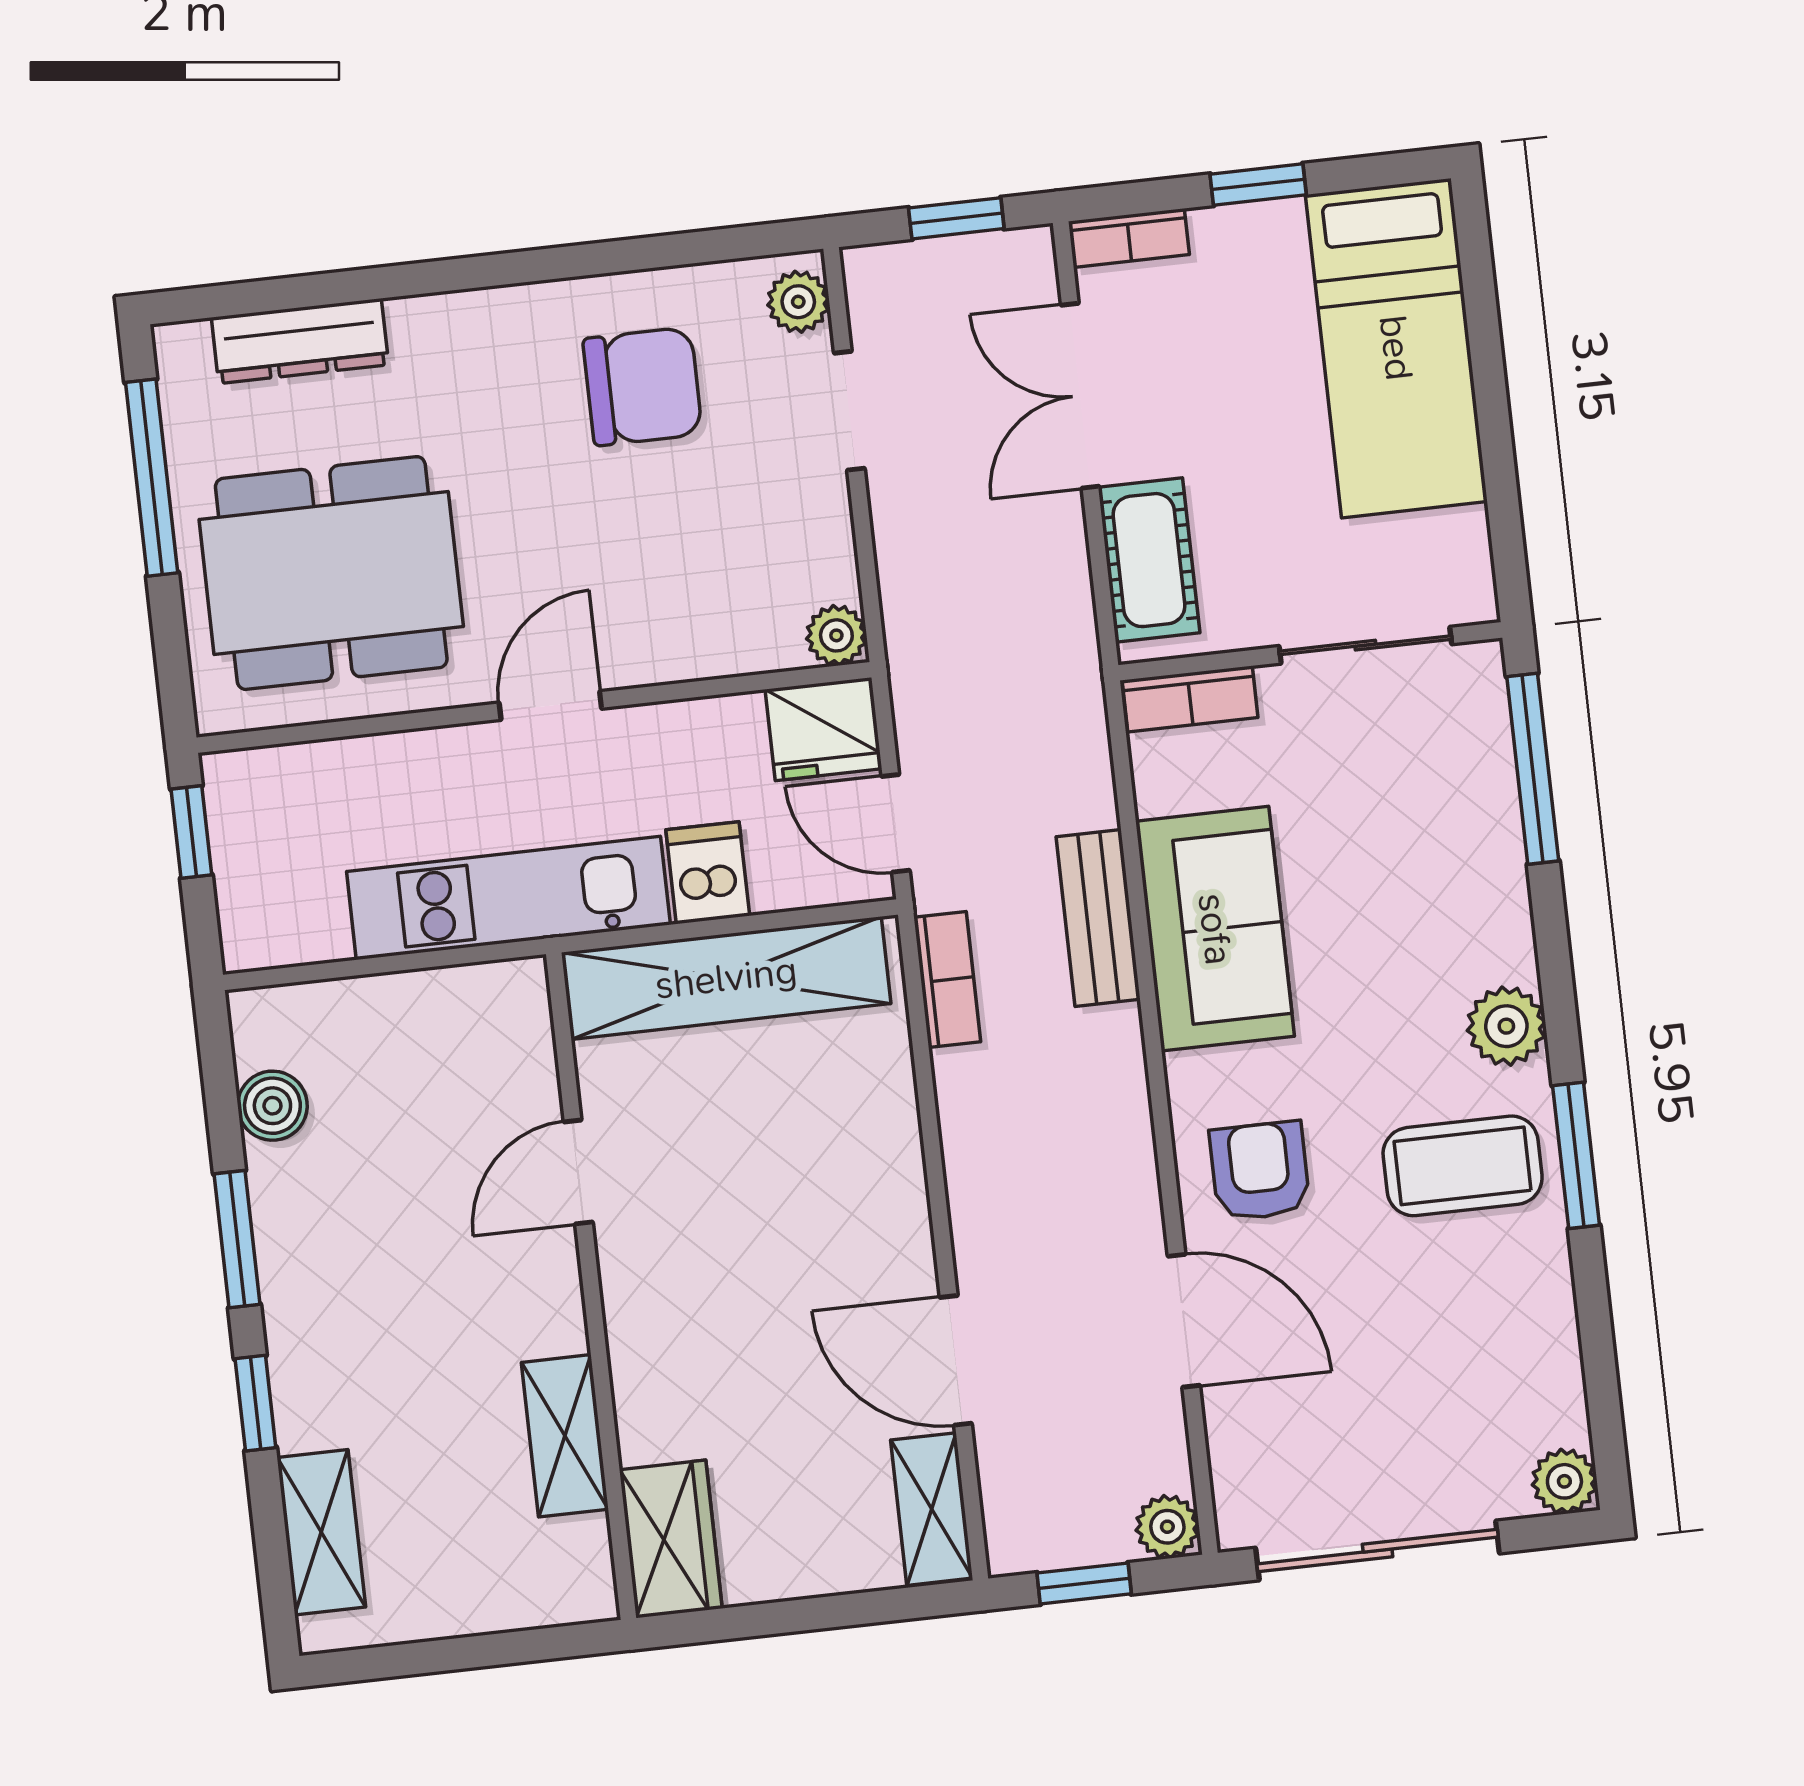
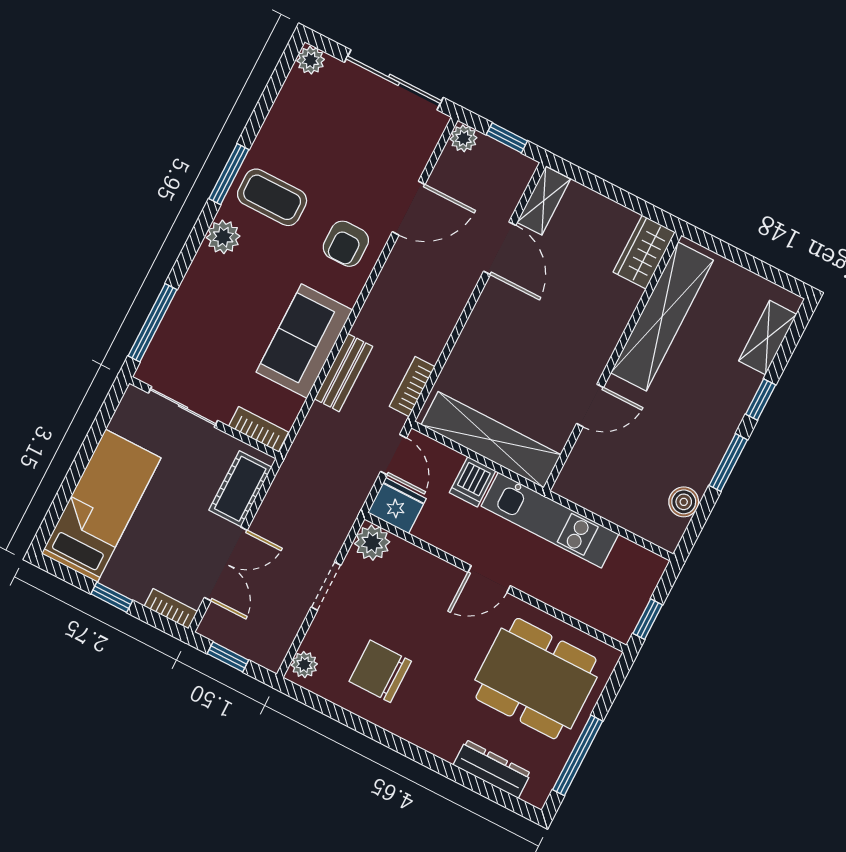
doorway: (849, 411) -> (326, 586), moved
plant: (836, 635) -> (372, 543), width x1.38, depth x1.38
door: (1184, 1321) -> (409, 208), swing flipped
shelving: (565, 1436) -> (662, 316), width x2.20, depth x1.33

